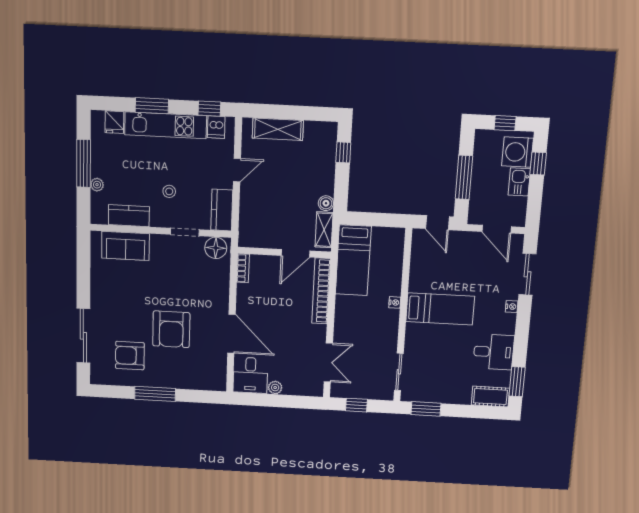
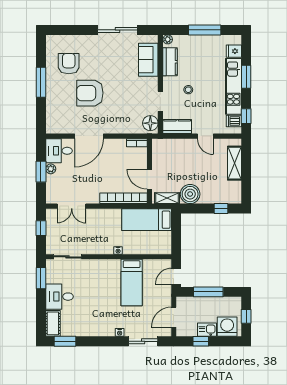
window: (538, 164) -> (201, 341), moved
plant: (97, 185) -> (168, 39), moved
boiler: (326, 203) -> (190, 194), width x1.86, depth x1.86
bed: (440, 309) -> (132, 283), moved
sliding door: (83, 336) -> (117, 30), moved
desk: (494, 352) -> (59, 297), moved, turned 90
window: (278, 401) -> (41, 172), added

